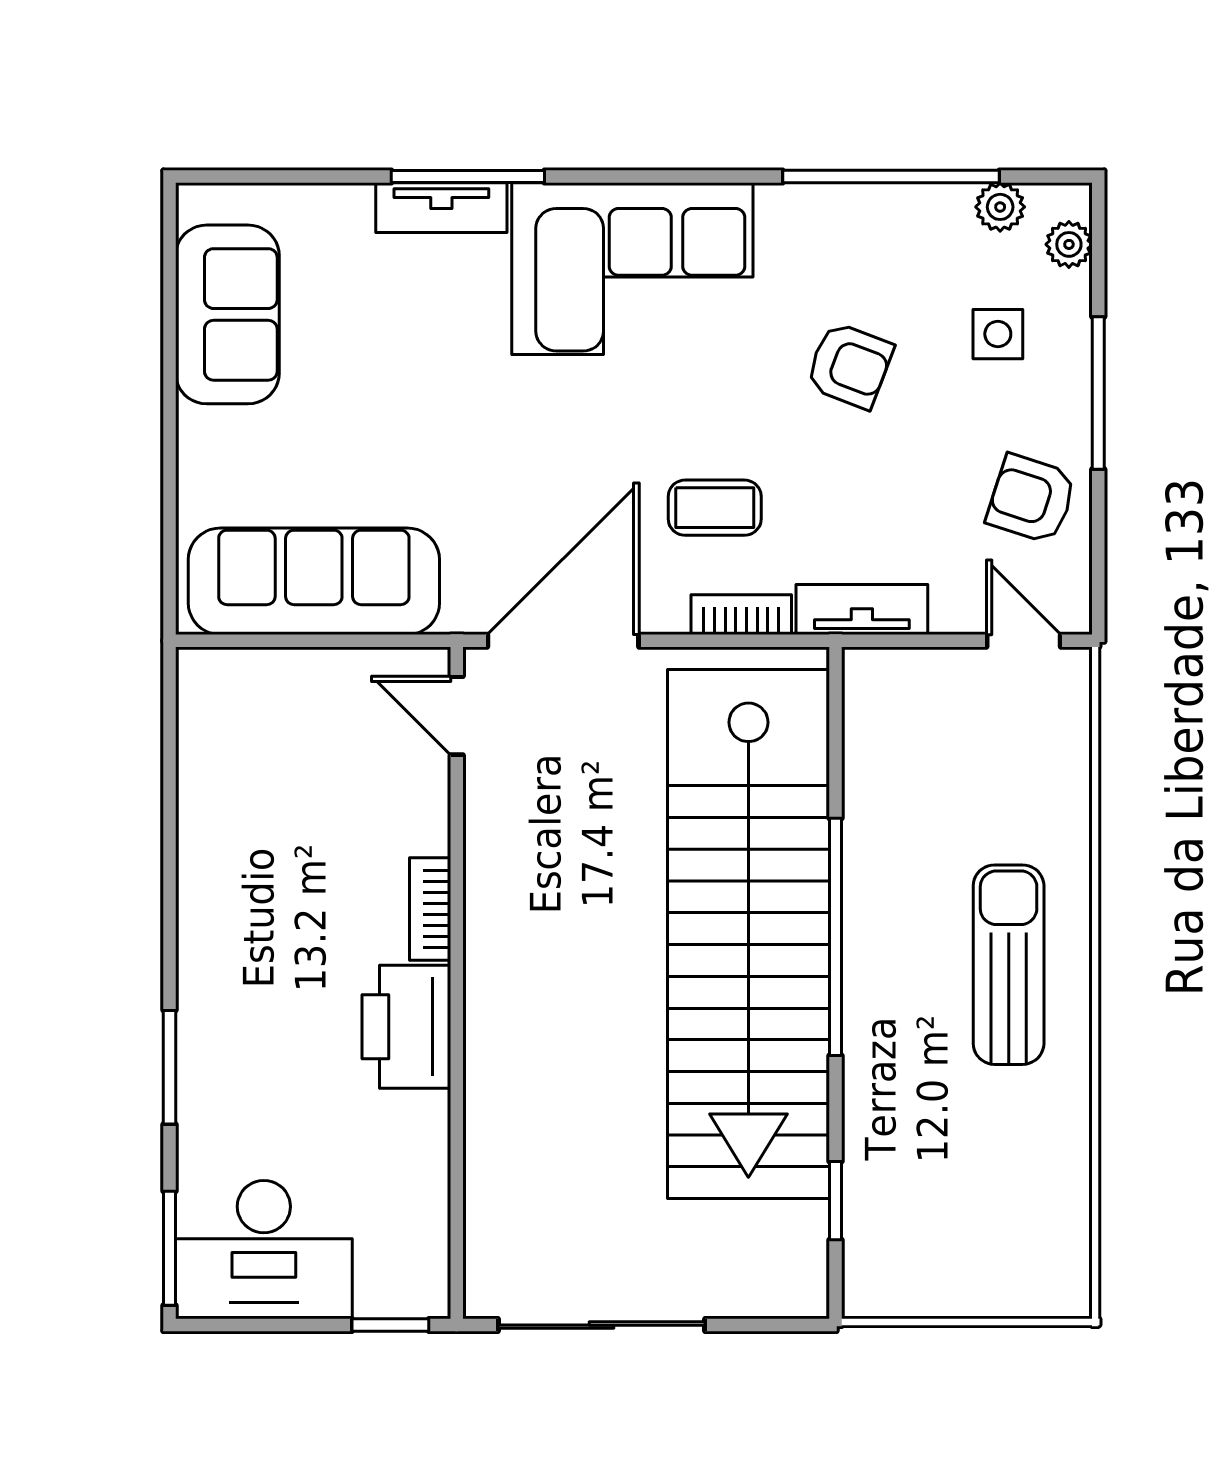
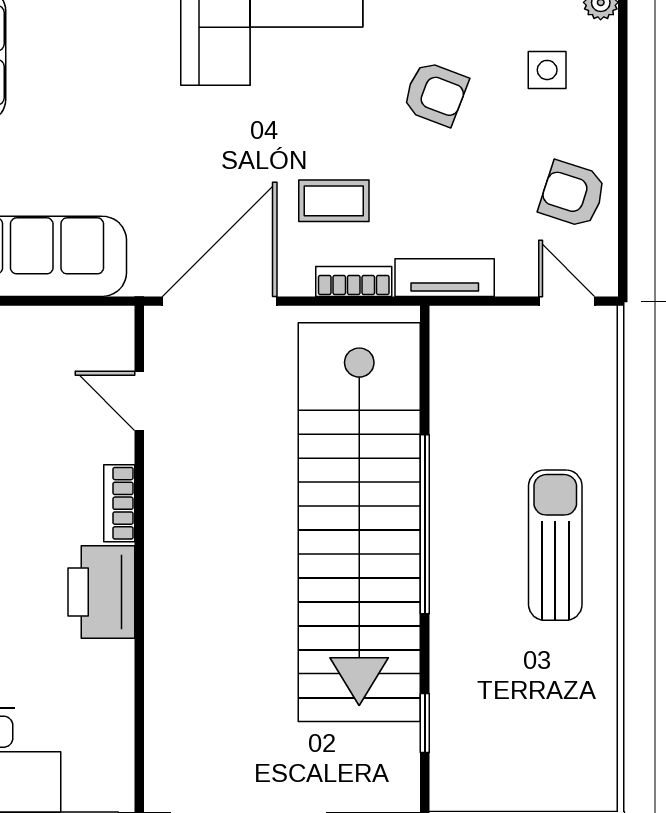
window: (1098, 393) -> (623, 114), removed
door: (457, 716) -> (139, 401), moved

